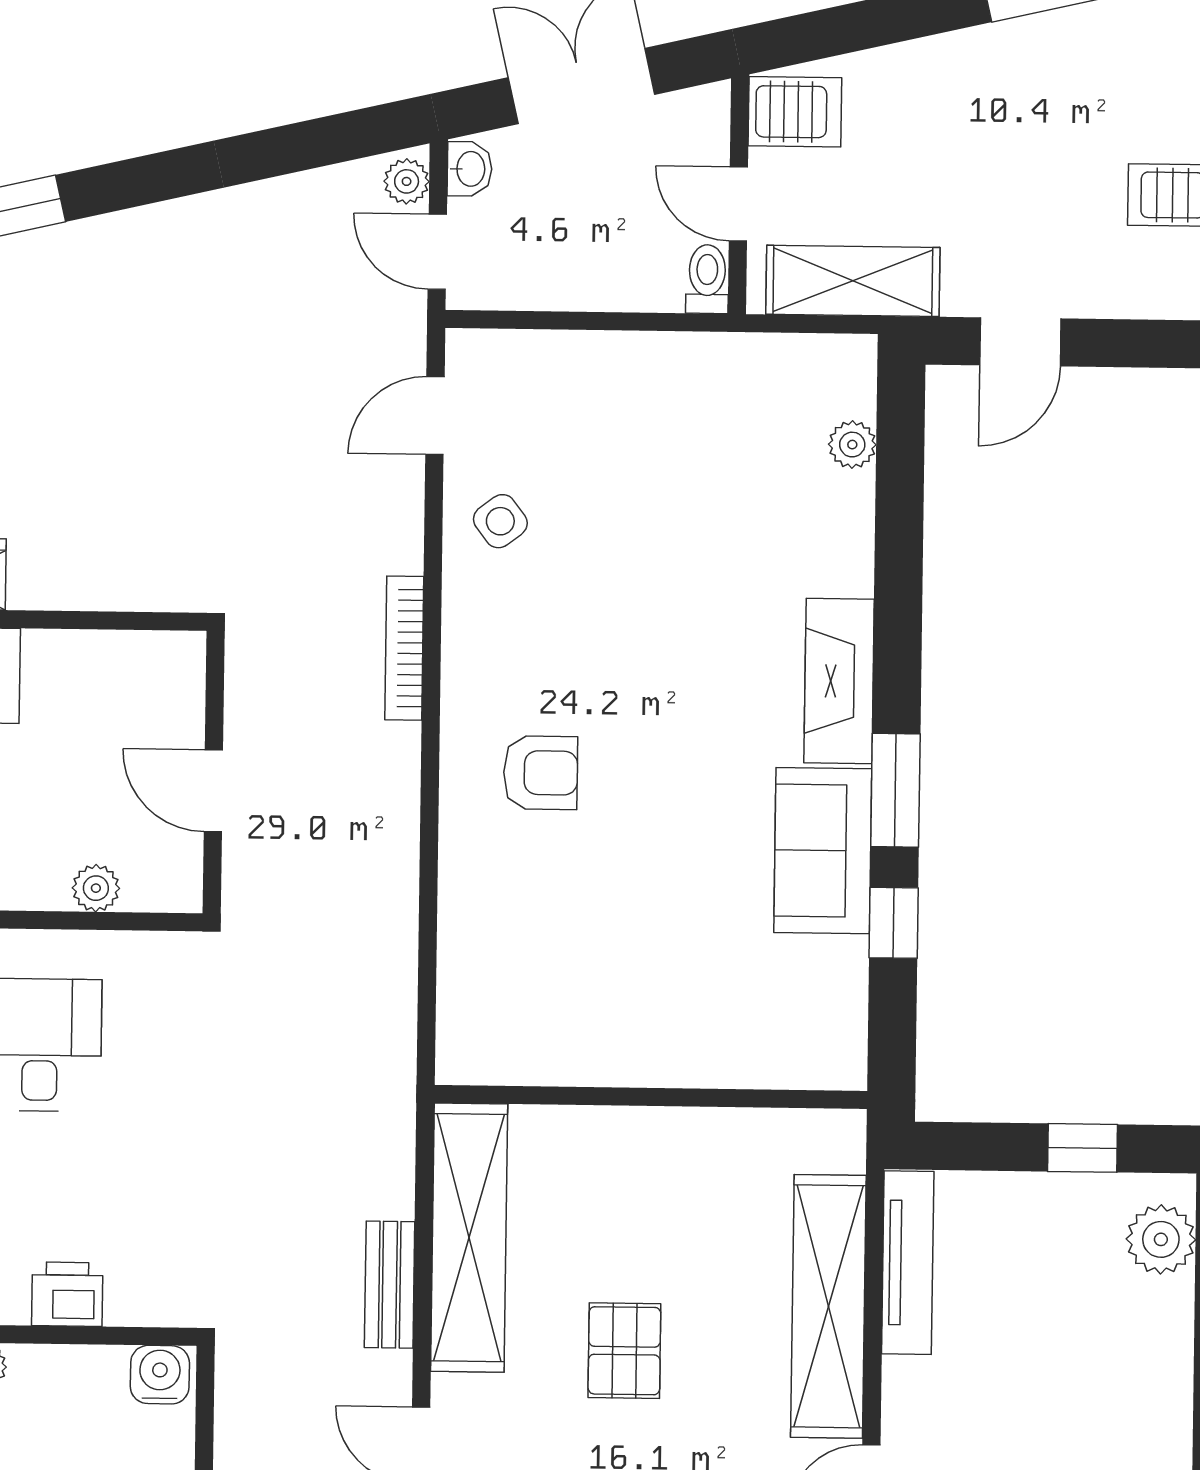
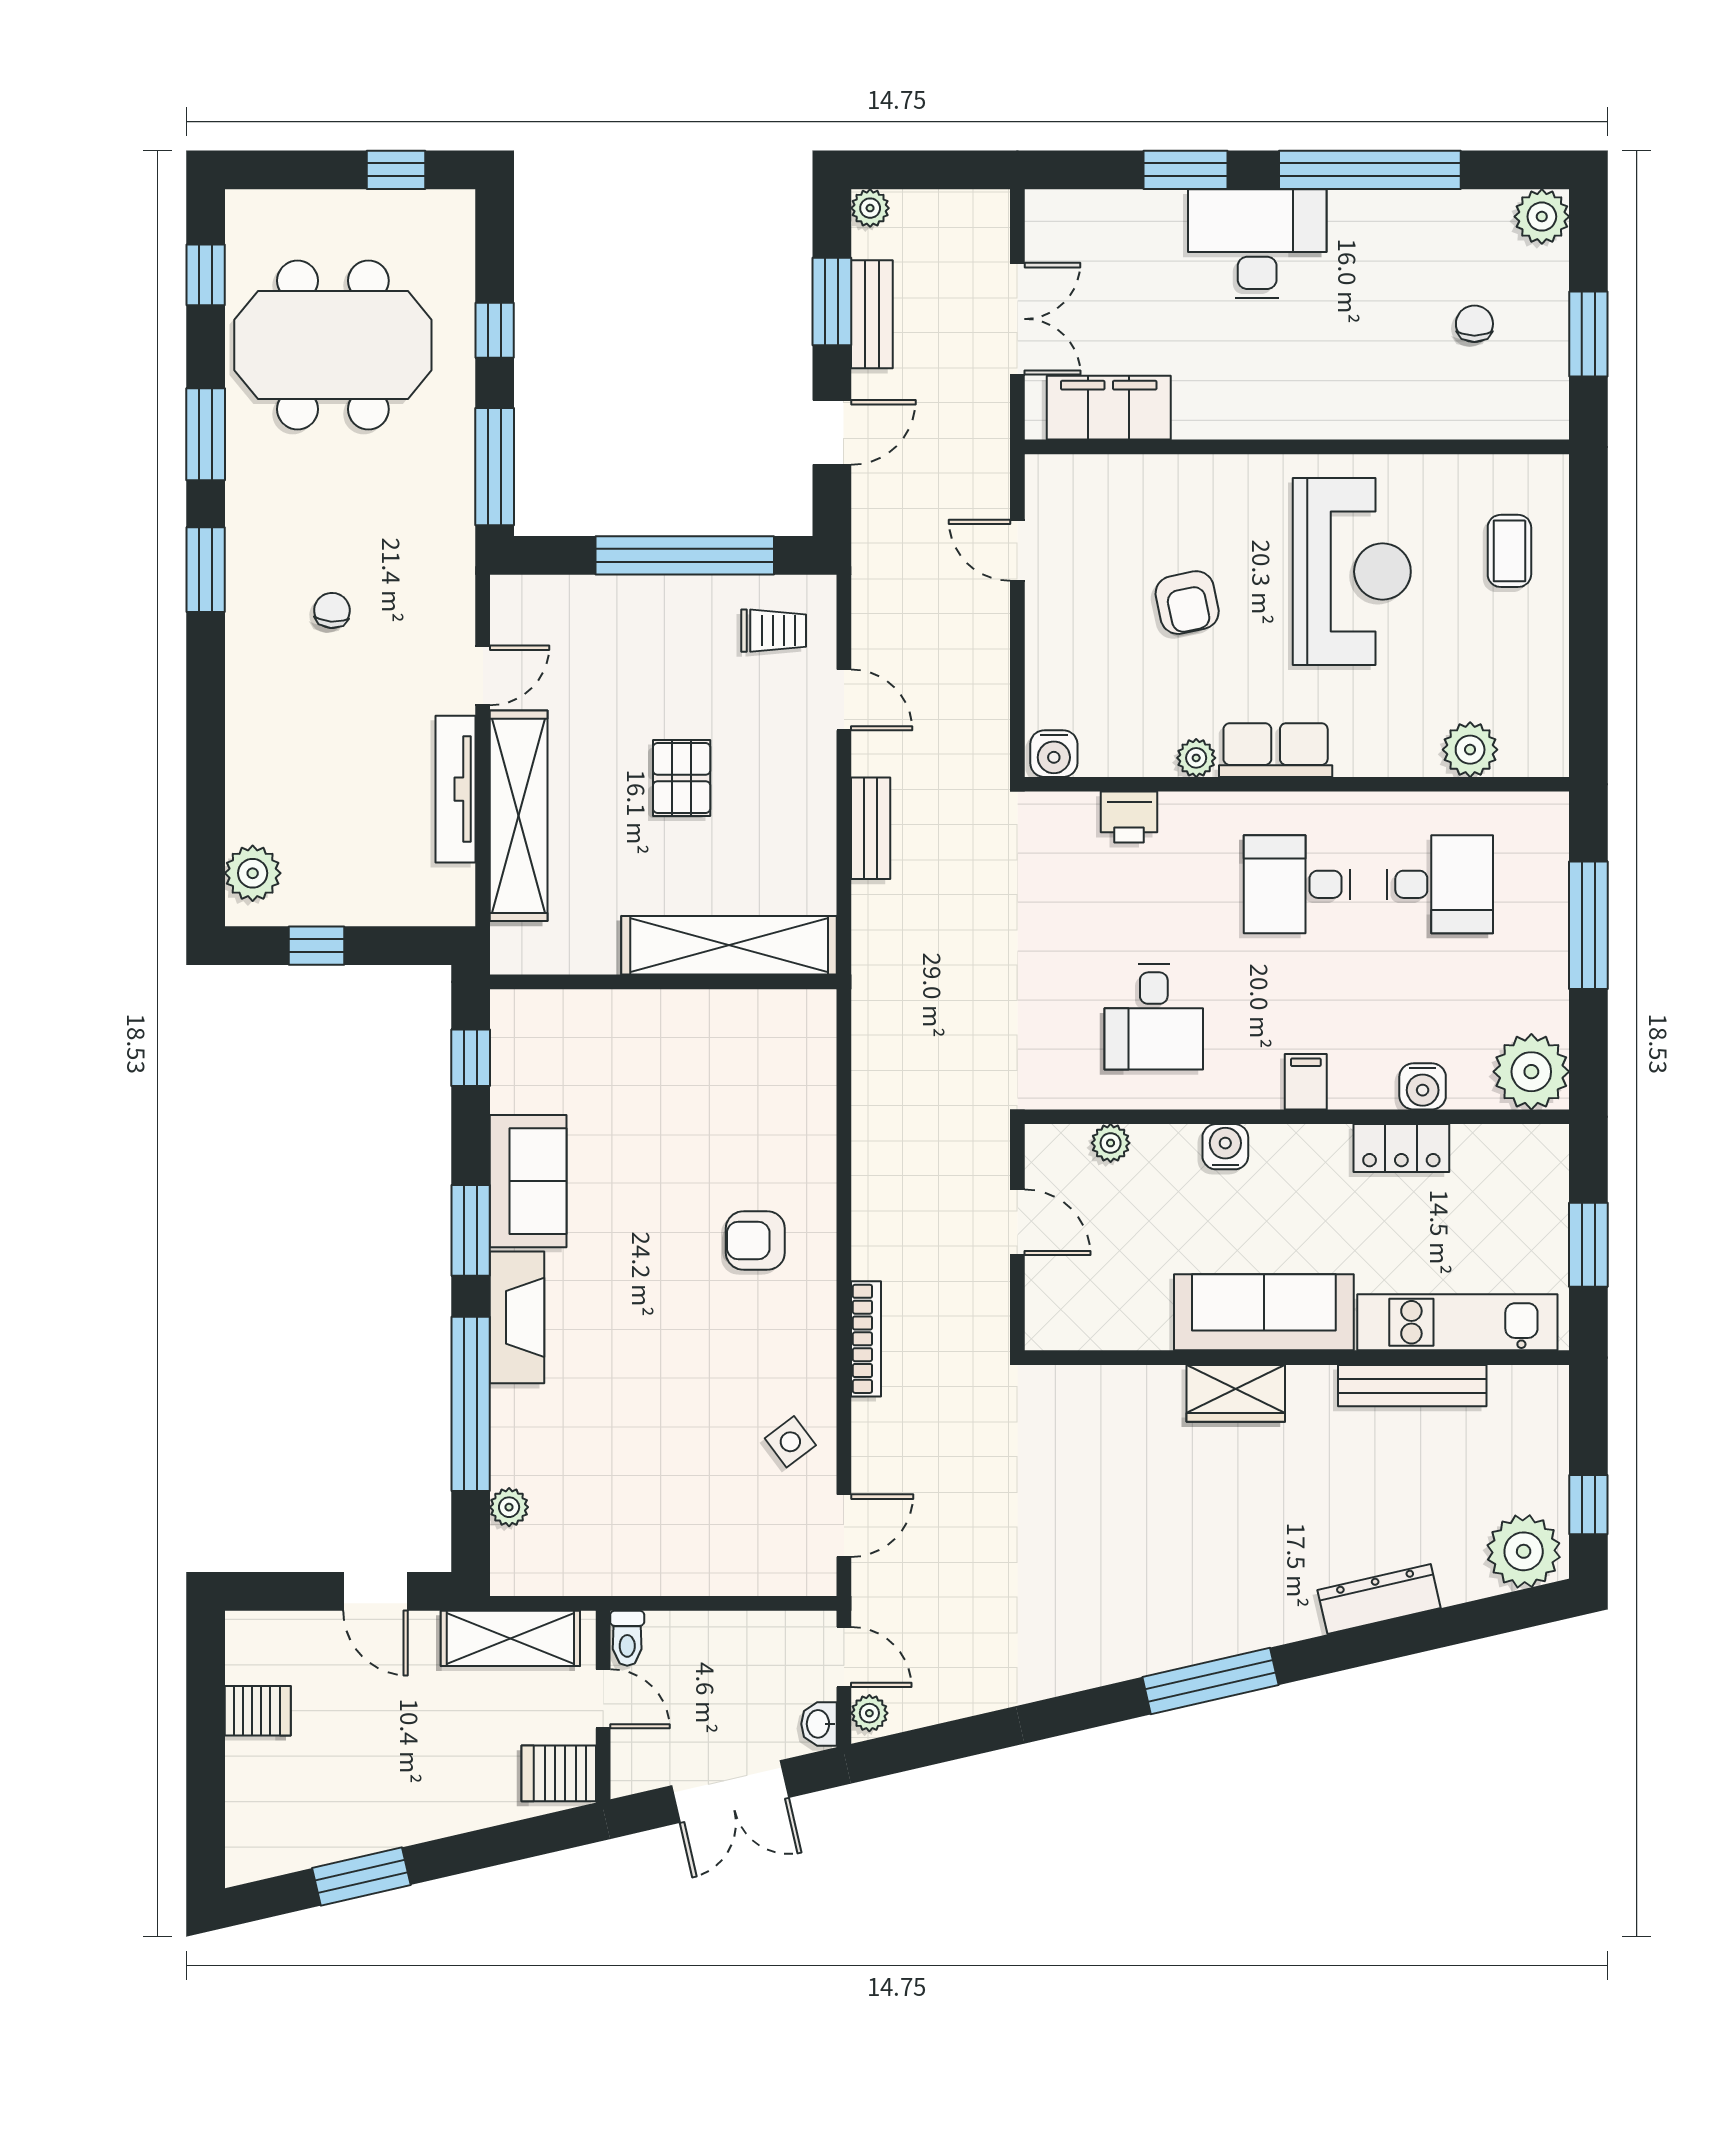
door: (1020, 342) -> (375, 1591), swing flipped
window: (898, 574) -> (471, 1404), added
window: (894, 923) -> (471, 1058), moved
shelving: (469, 1238) -> (729, 945), moved, turned 90
tv unit: (908, 1263) -> (455, 789), moved

